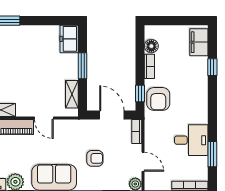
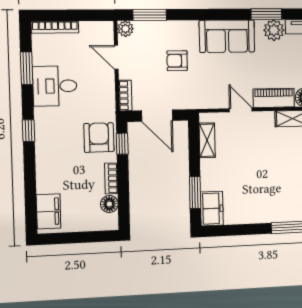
window: (83, 66) -> (195, 193), moved
window: (212, 67) -> (28, 131), moved

